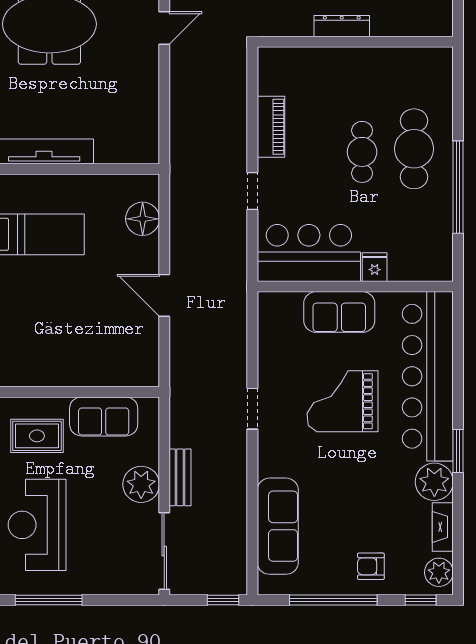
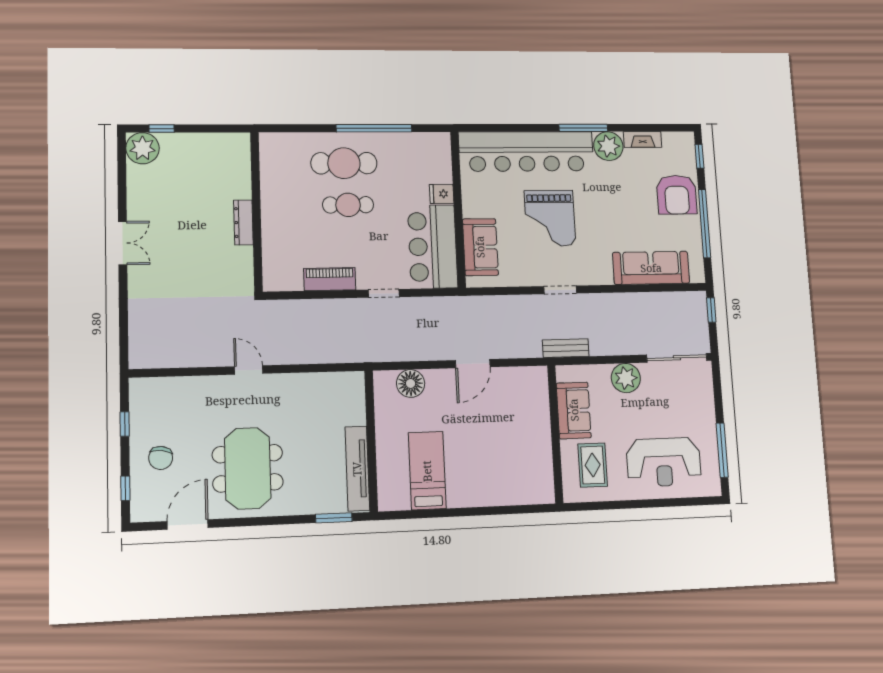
sofa: (339, 312) -> (480, 247), moved
window: (458, 451) -> (583, 128), width x1.44
bench: (180, 477) -> (566, 348), moved
armchair: (371, 566) -> (677, 195), width x1.88, depth x1.88
plant: (439, 572) -> (677, 142), removed

